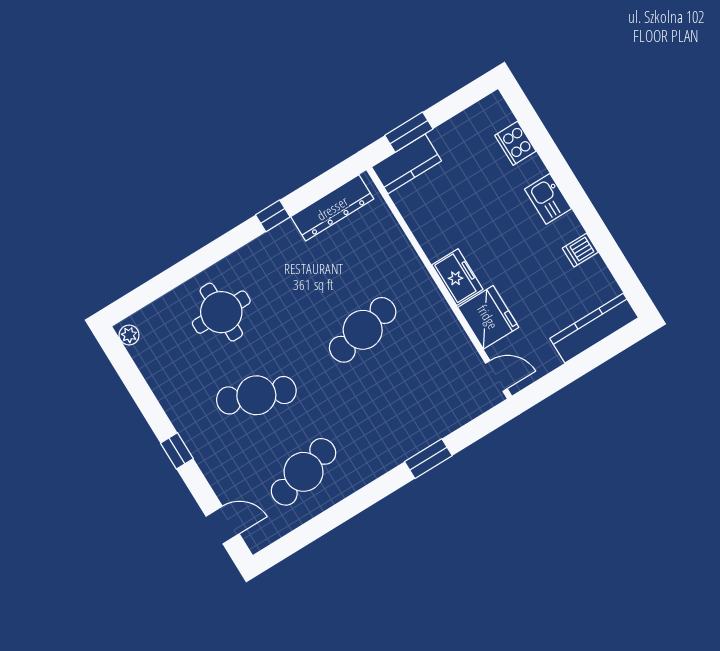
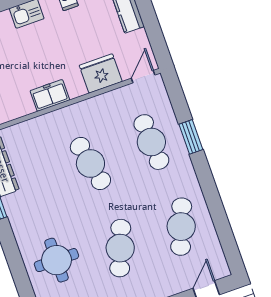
freezer: (457, 277) -> (50, 95), moved
cafe table: (410, 406) -> (151, 142), added
cafe table: (303, 472) -> (181, 227), turned 36

